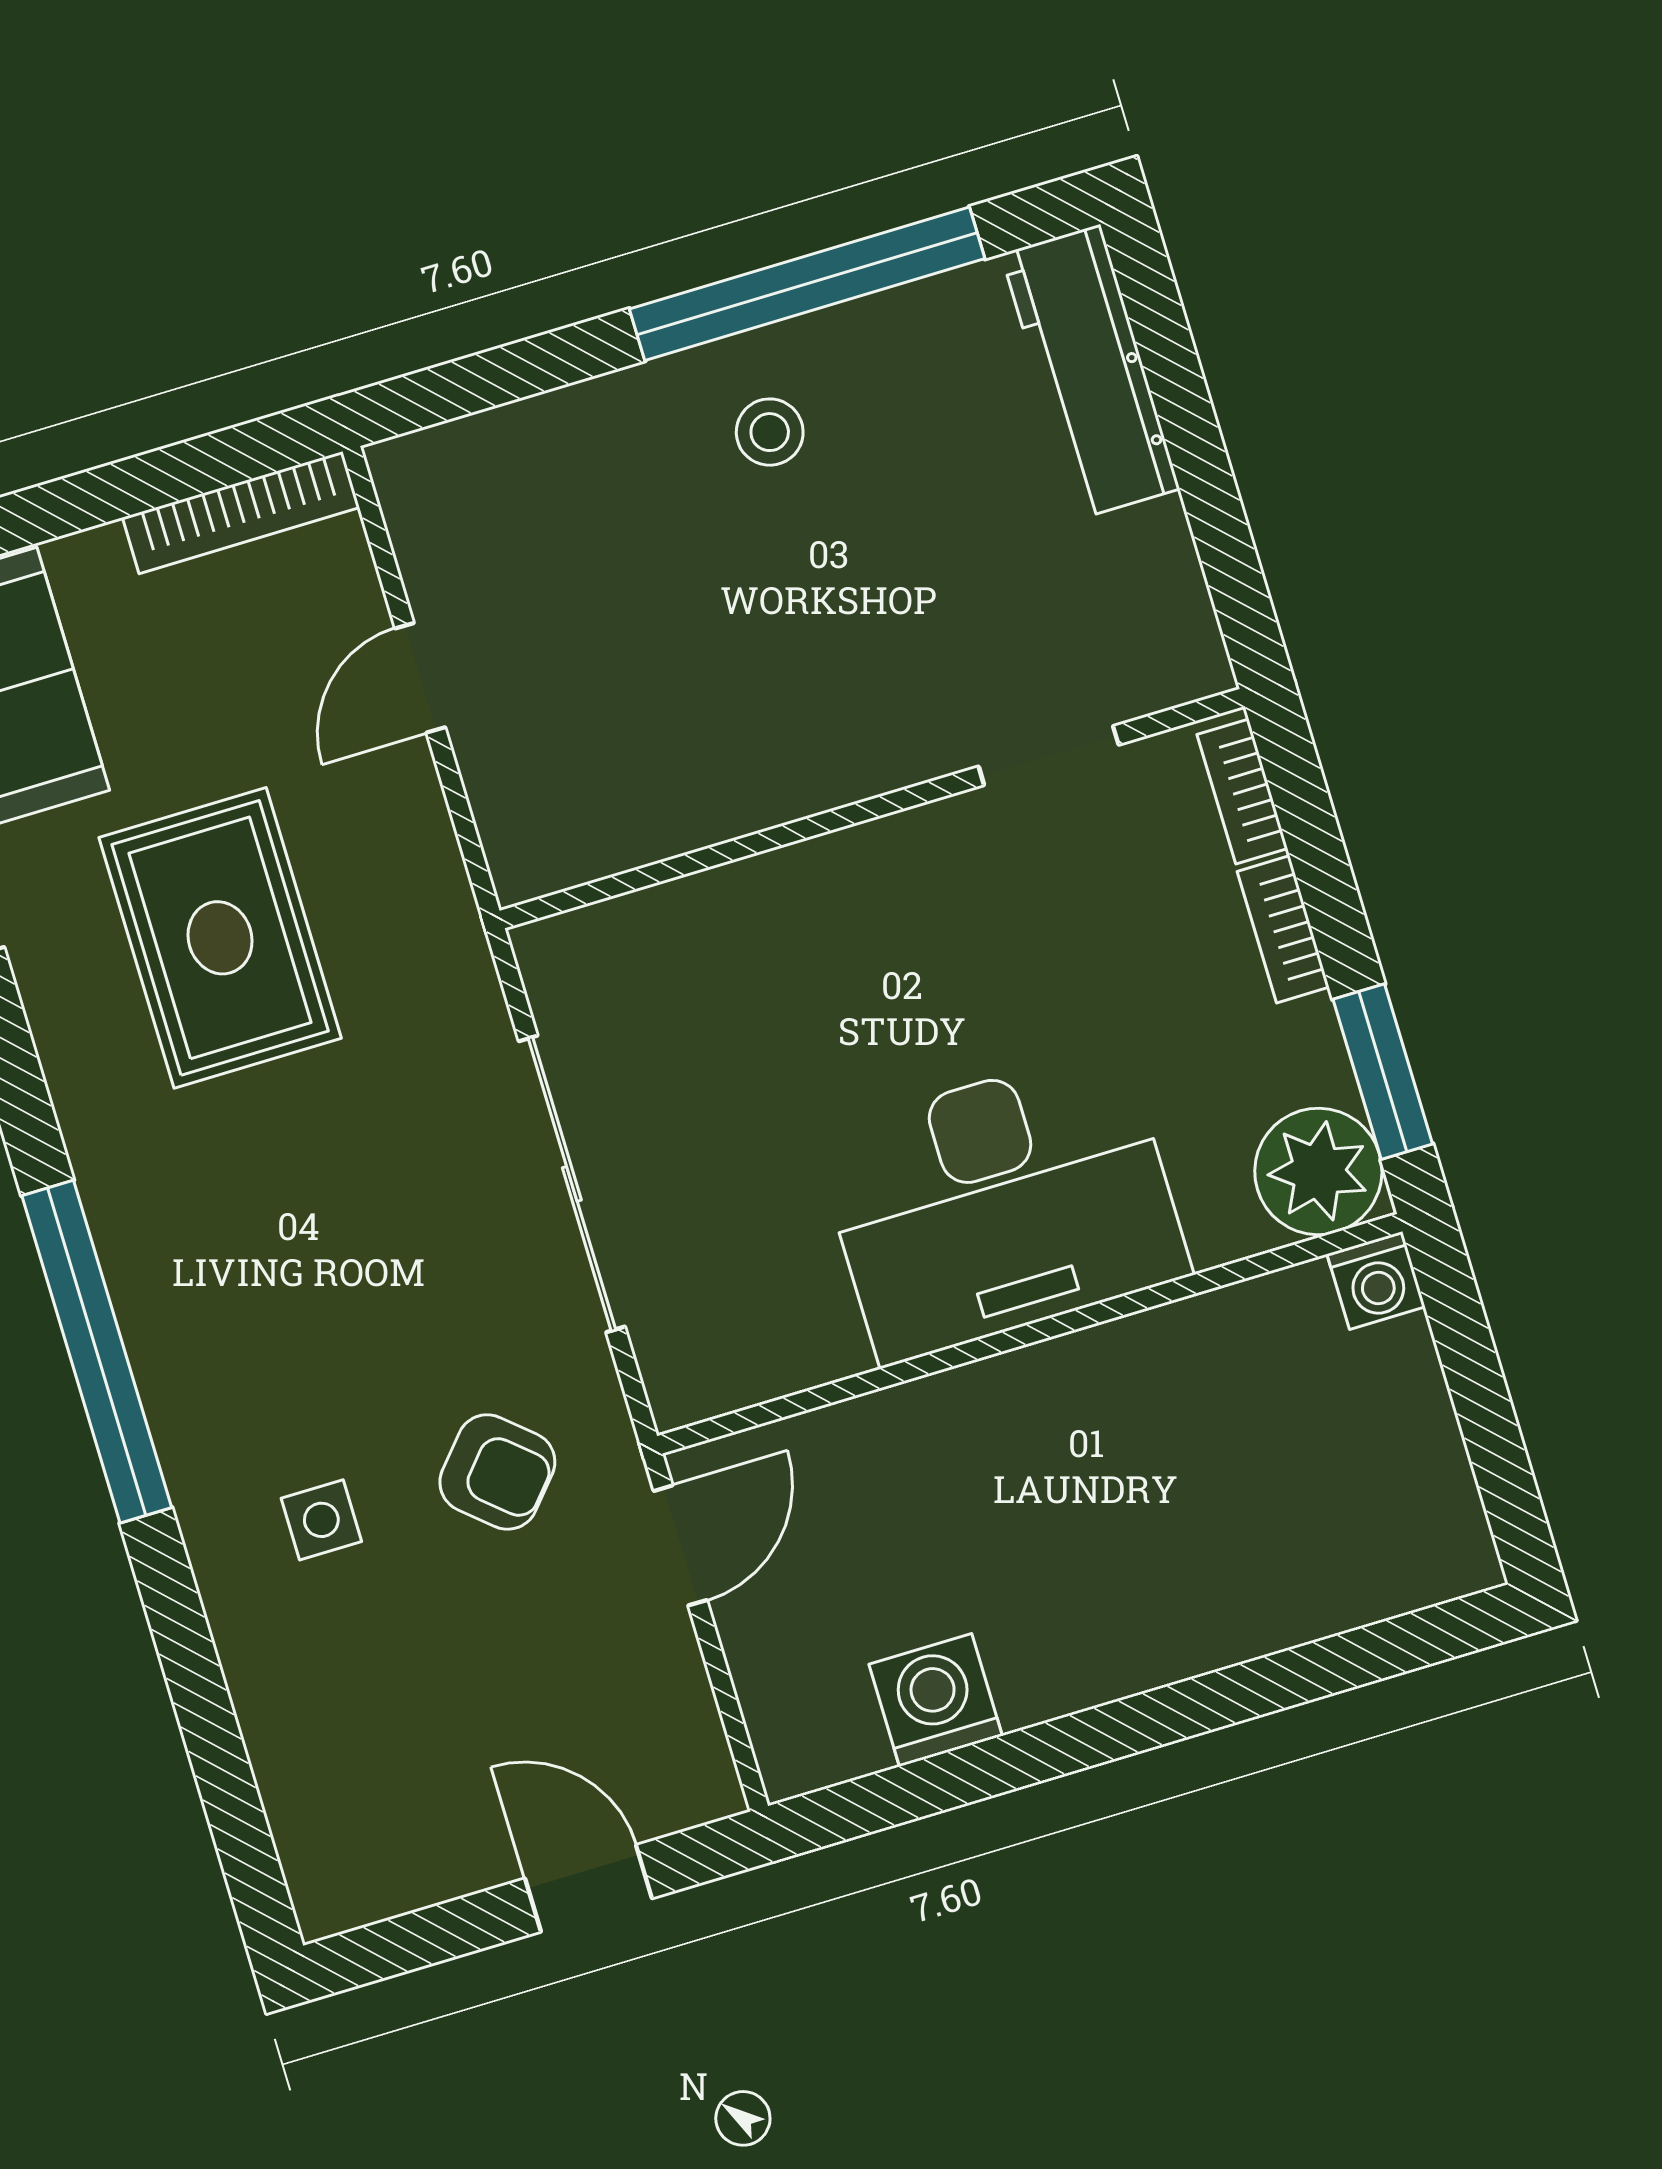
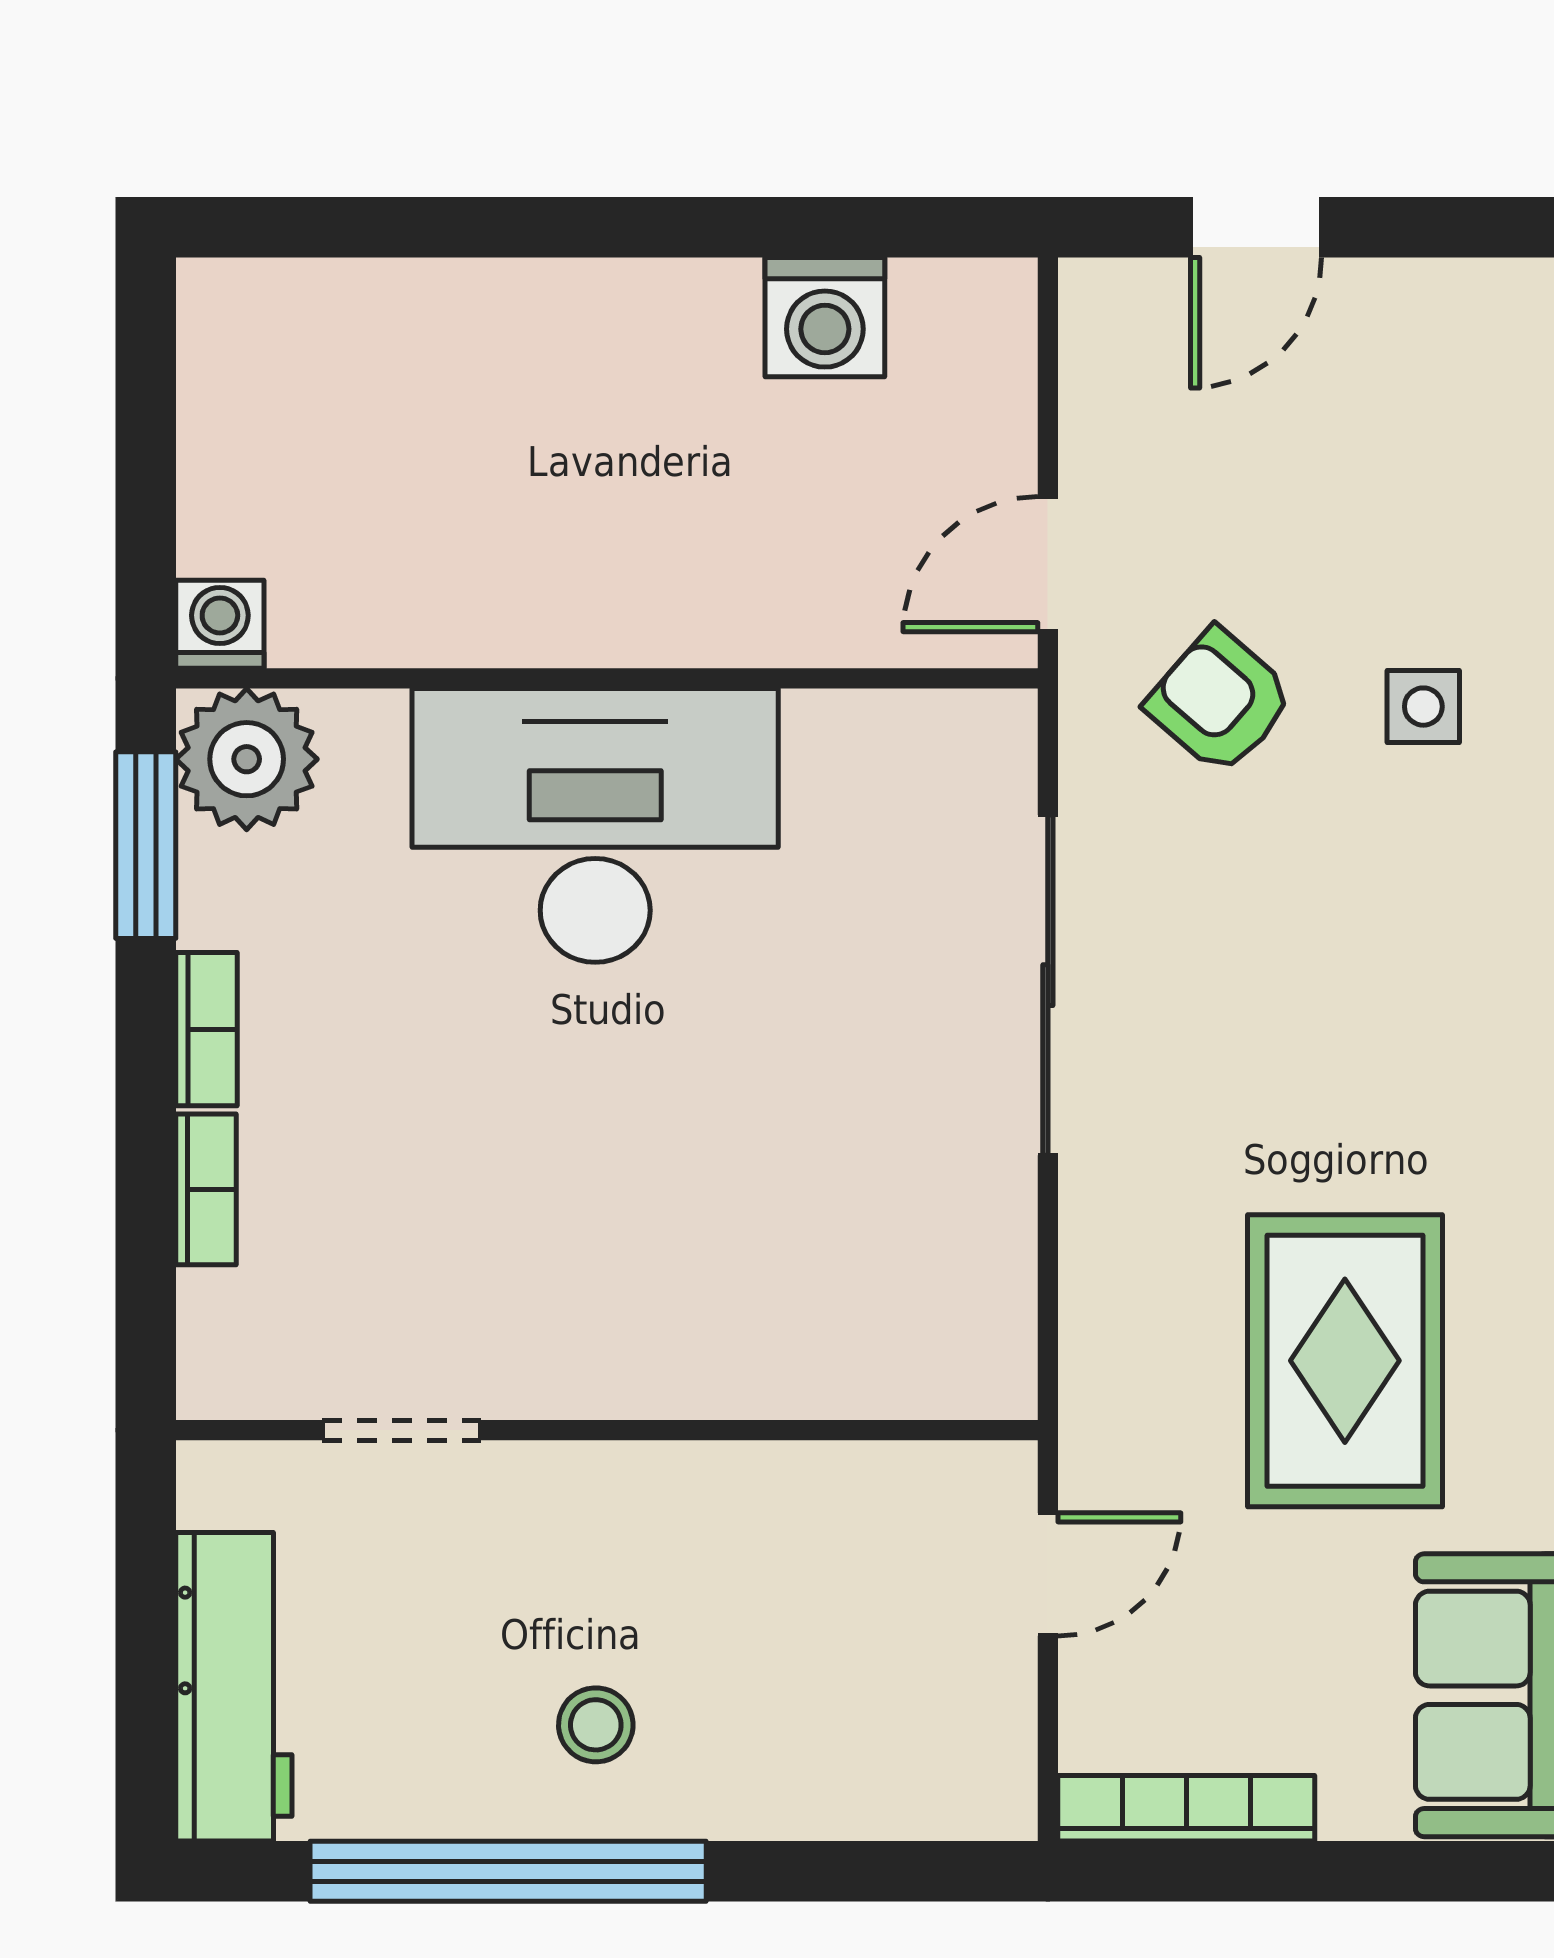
doorway: (1049, 756) -> (402, 1430), moved
wall: (872, 809) -> (607, 1430), moved
door: (589, 1888) -> (1256, 227), hinge flipped

